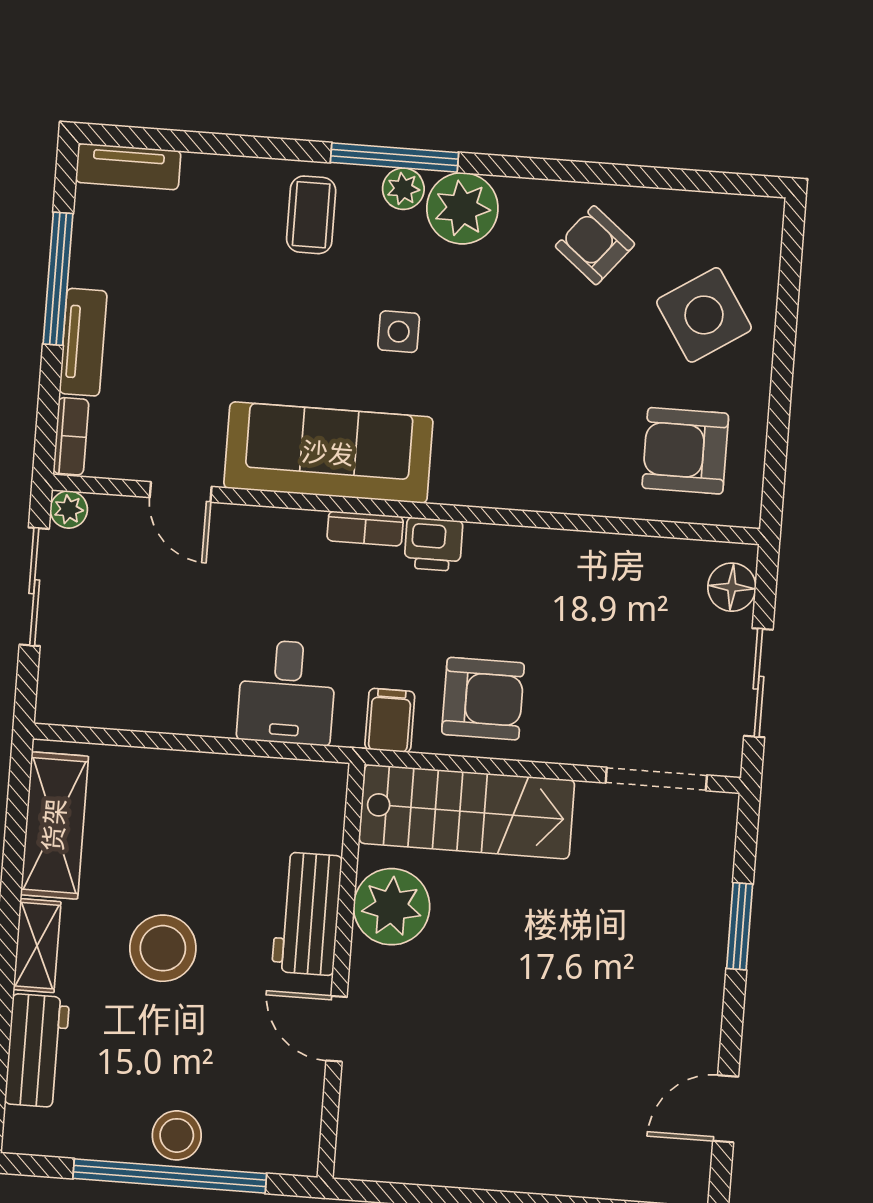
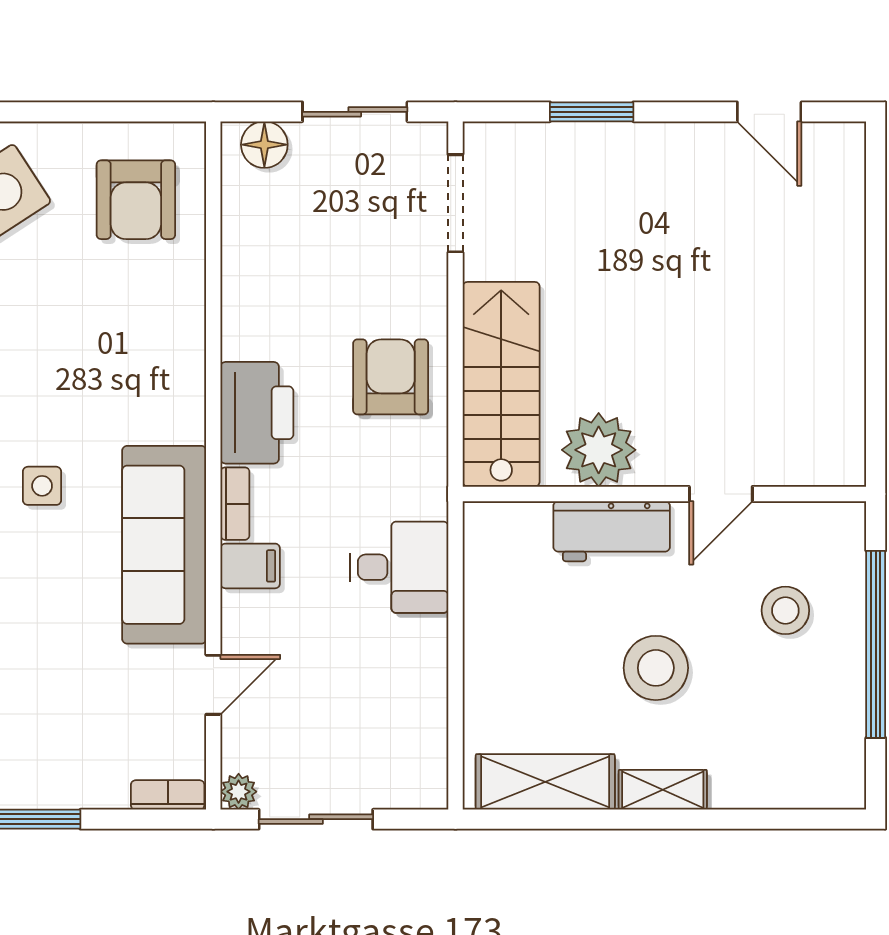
tv unit: (83, 342) -> (76, 790), removed
printer: (433, 544) -> (257, 413), width x1.87, depth x1.48
filing cabinet: (390, 720) -> (250, 566), moved, turned 180
workbench: (37, 1051) -> (764, 782), removed
stool: (177, 1135) -> (785, 610), moved

